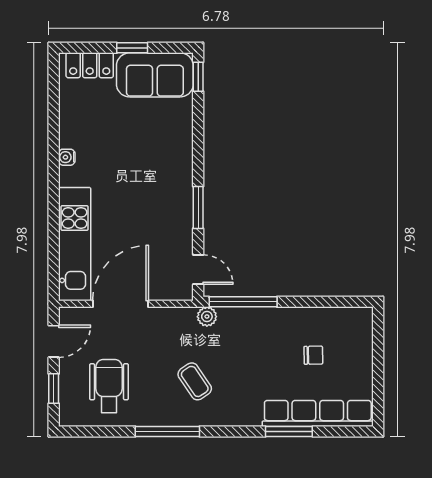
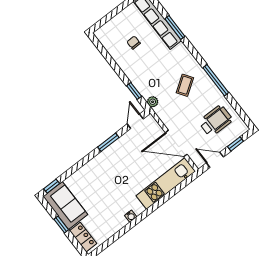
window: (243, 302) -> (134, 91), width x0.46
wheelchair: (109, 386) -> (216, 121), turned 180

